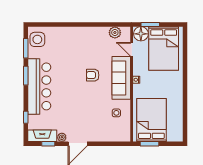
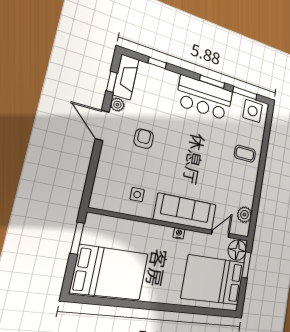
coffee table: (71, 40) -> (245, 154), added
armchair: (93, 75) -> (144, 139), moved
bar counter: (39, 86) -> (205, 98), width x0.73
bed: (151, 120) -> (110, 273), moved

